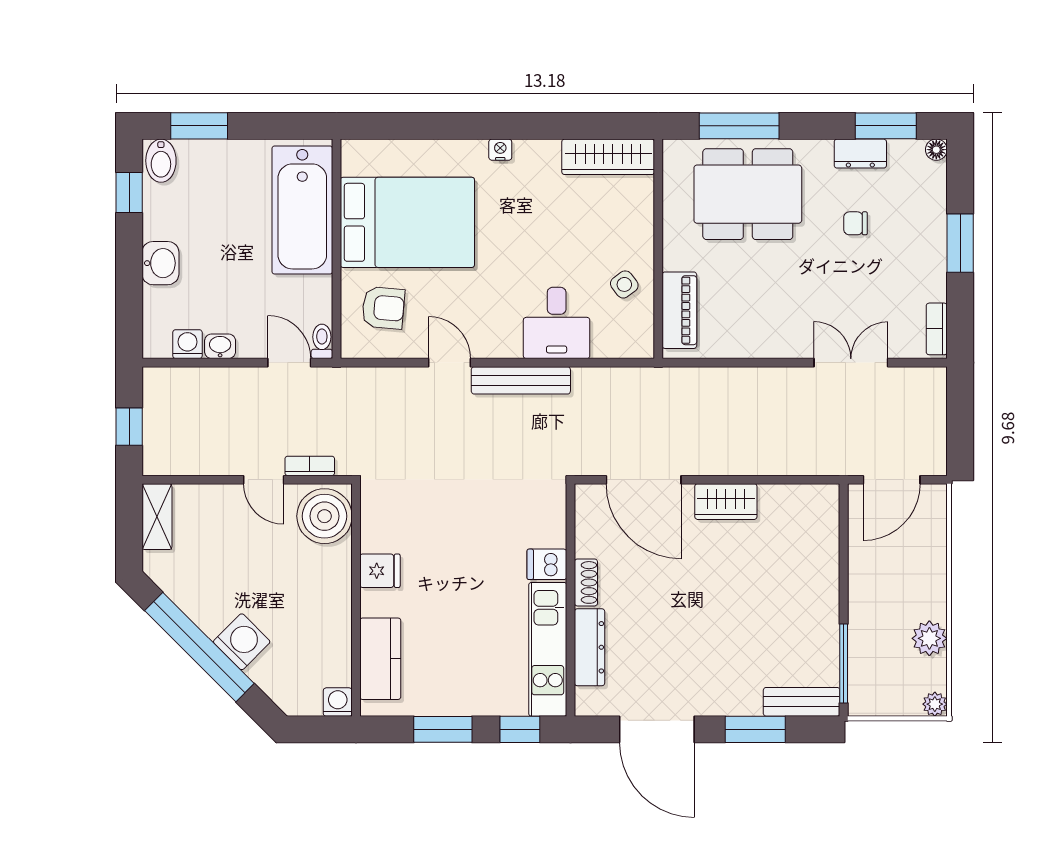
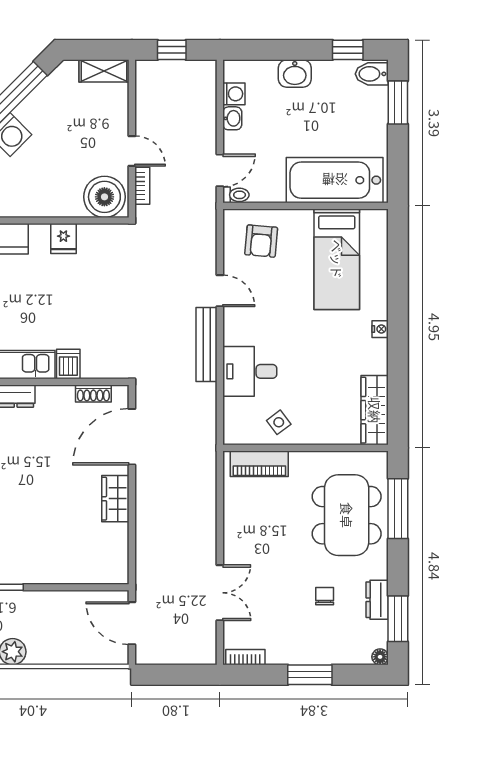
bed: (407, 222) -> (337, 259), width x0.67
door: (450, 363) -> (220, 291), hinge flipped
door: (264, 480) -> (132, 151), swing flipped
shoe rack: (586, 582) -> (93, 393), moved

